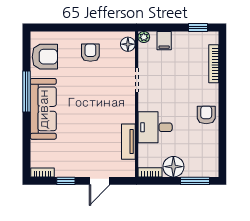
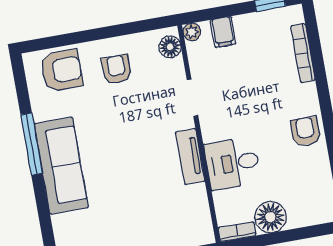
armchair: (45, 57) -> (62, 70), moved
tv unit: (128, 142) -> (190, 156), moved
window: (195, 181) -> (306, 233), removed

